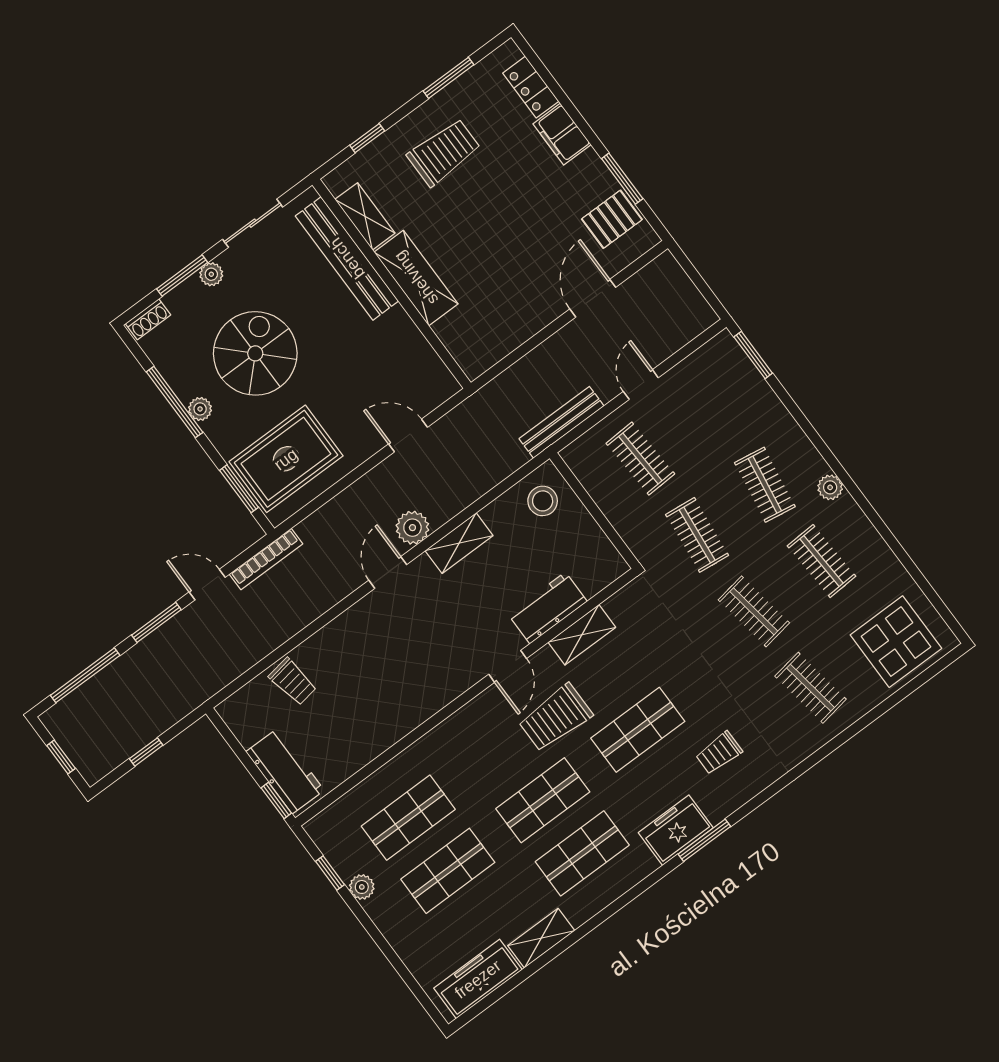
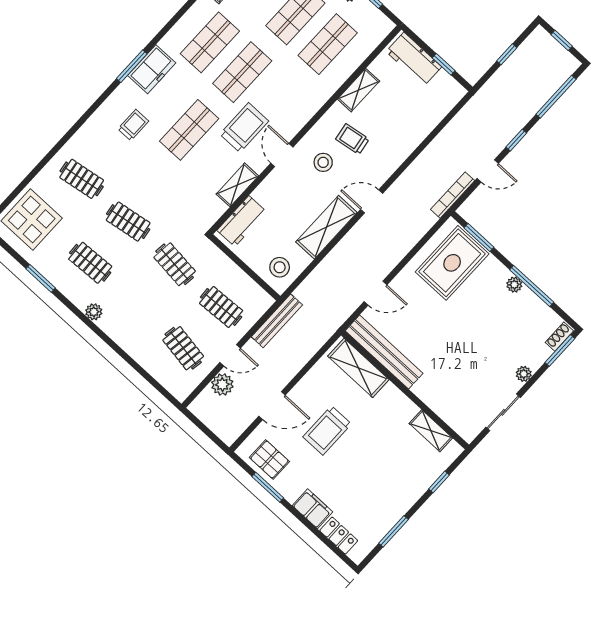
trolley: (444, 152) -> (327, 430), moved
pallet: (612, 219) -> (269, 460), turned 90
bench: (347, 258) -> (384, 352), moved
window: (182, 276) -> (560, 350), moved
shelving: (416, 278) -> (358, 368), moved
door: (593, 298) -> (272, 406), hinge flipped
spiral stairs: (255, 353) -> (485, 328), removed
window: (753, 355) -> (41, 278), moved
door: (641, 385) -> (230, 355), hinge flipped
clothes rail: (765, 485) -> (183, 348), moved
plant: (412, 528) -> (222, 384), moved
shelving: (459, 543) -> (326, 227), width x1.50, depth x1.33
door: (388, 572) -> (372, 201), swing flipped
workbench: (548, 608) -> (242, 221), moved
window: (156, 622) -> (516, 140), width x0.67
stool: (448, 644) -> (323, 162), added
trolley: (293, 682) -> (352, 139), moved
shelving: (376, 741) -> (358, 90), added
window: (276, 801) -> (444, 64), moved

